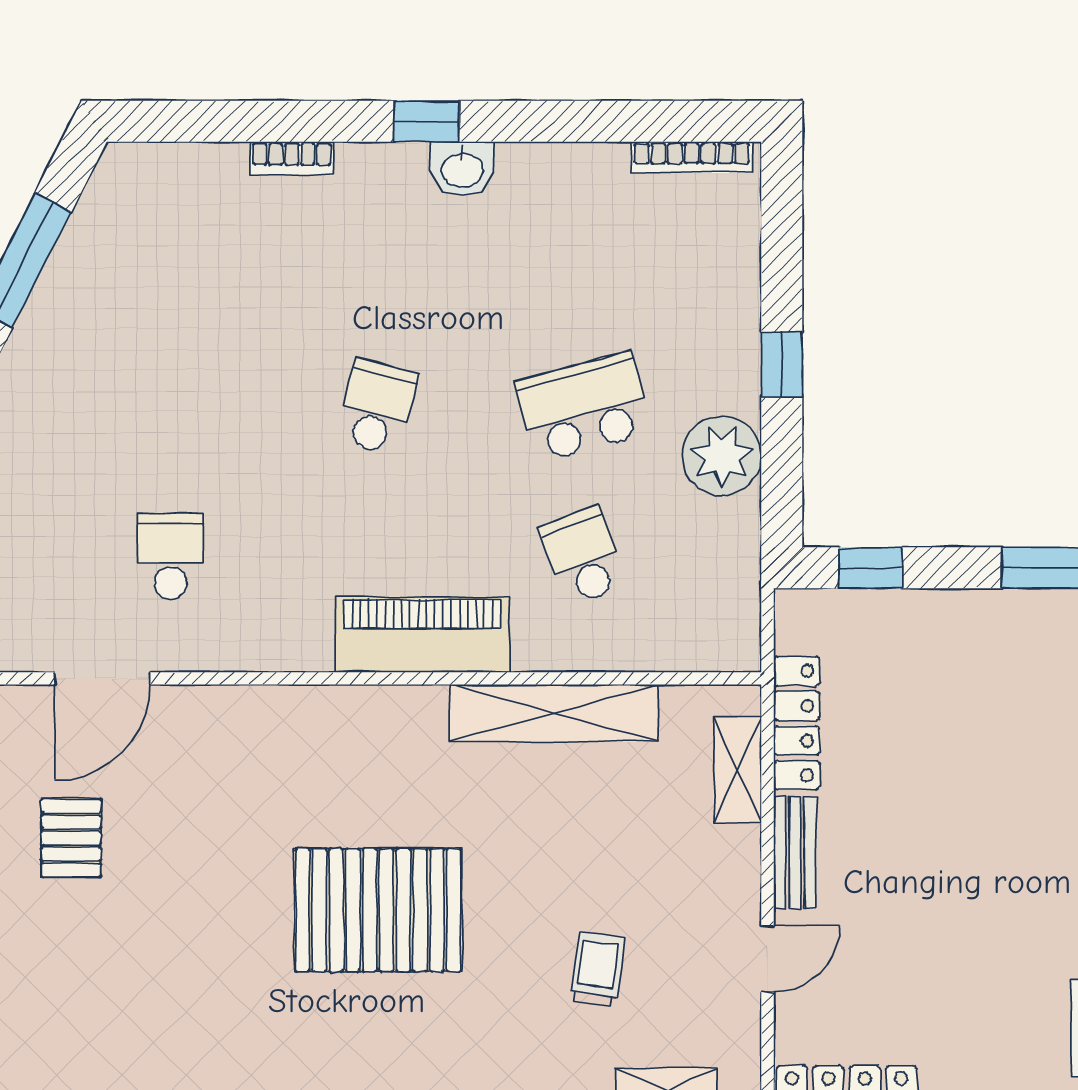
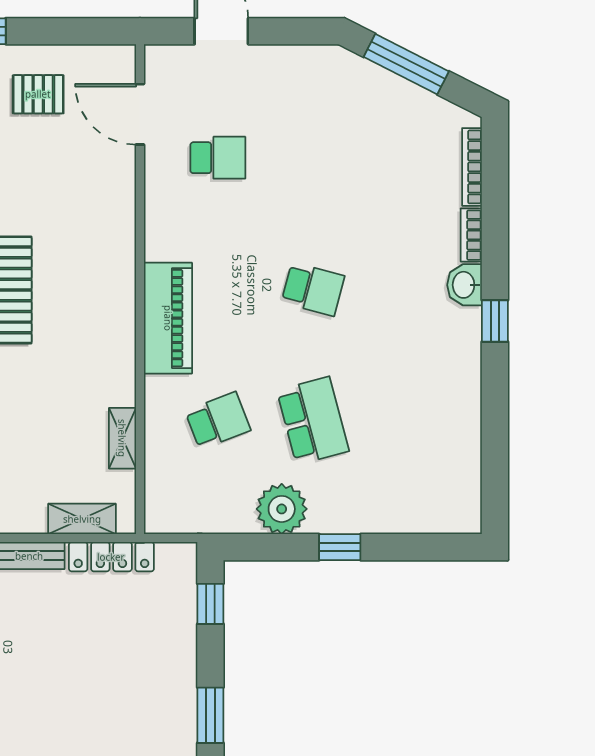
bookcase: (692, 157) -> (472, 167), moved
washbasin: (462, 169) -> (465, 285), moved
shelving: (554, 713) -> (122, 438), width x0.45, depth x0.75

